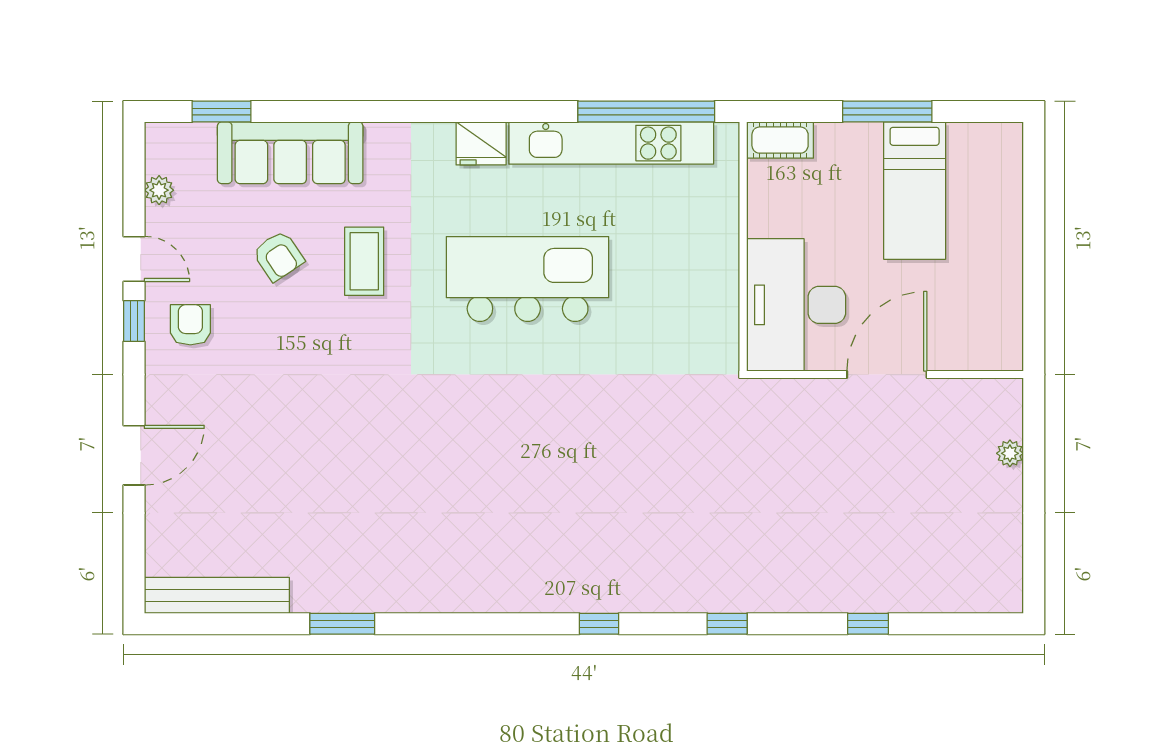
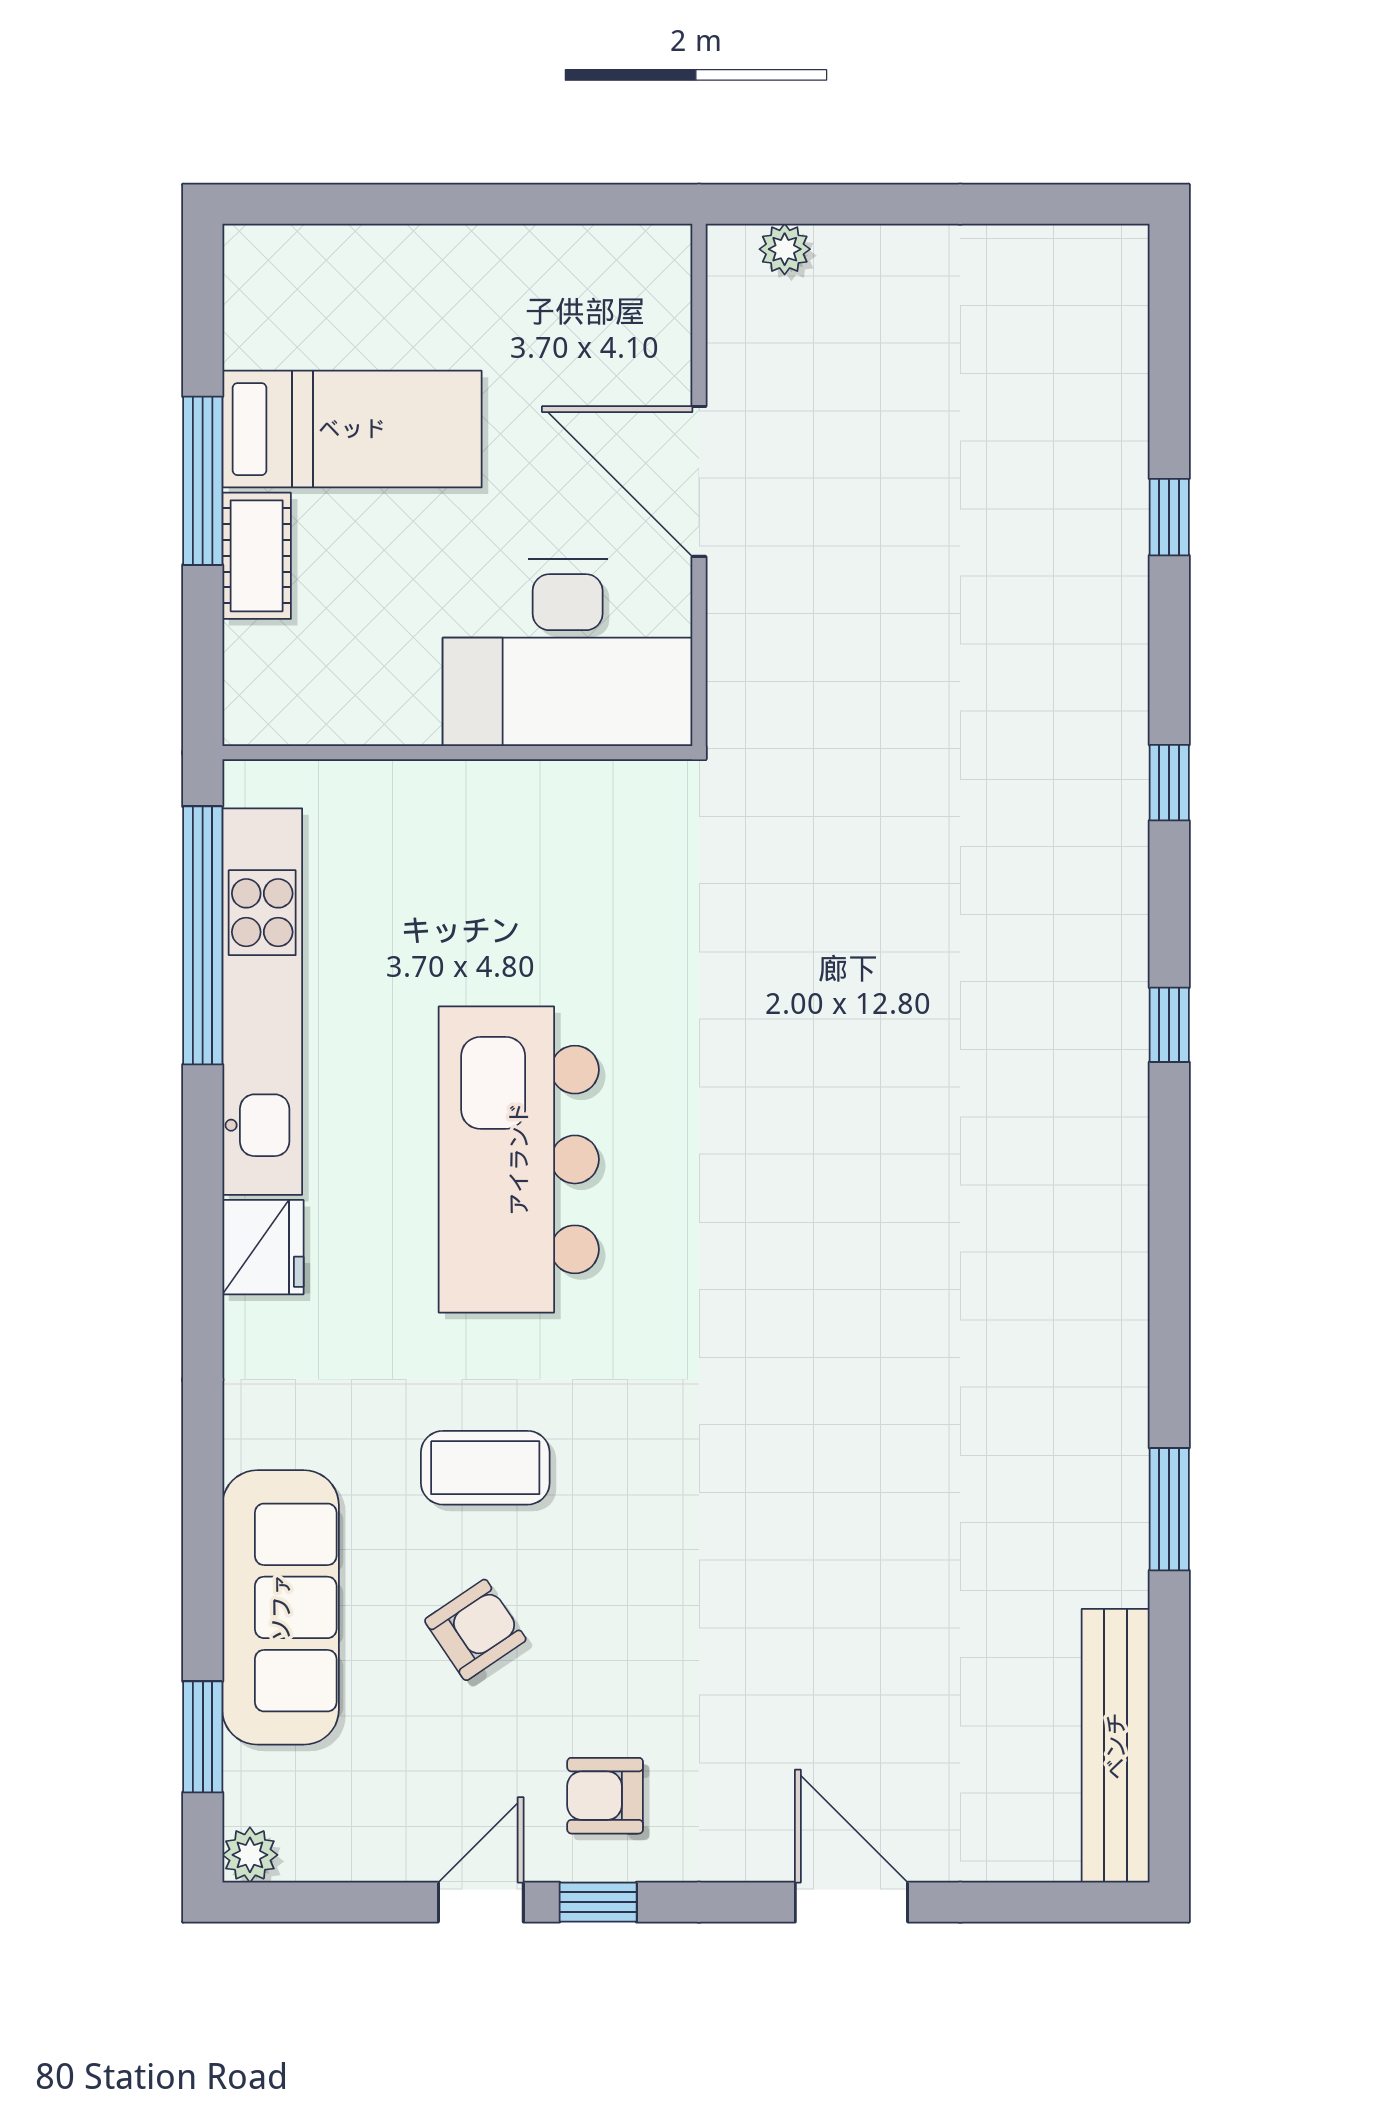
cot: (780, 140) -> (257, 556), moved
plant: (159, 190) -> (250, 1855), moved
plant: (1010, 453) -> (785, 249), moved

